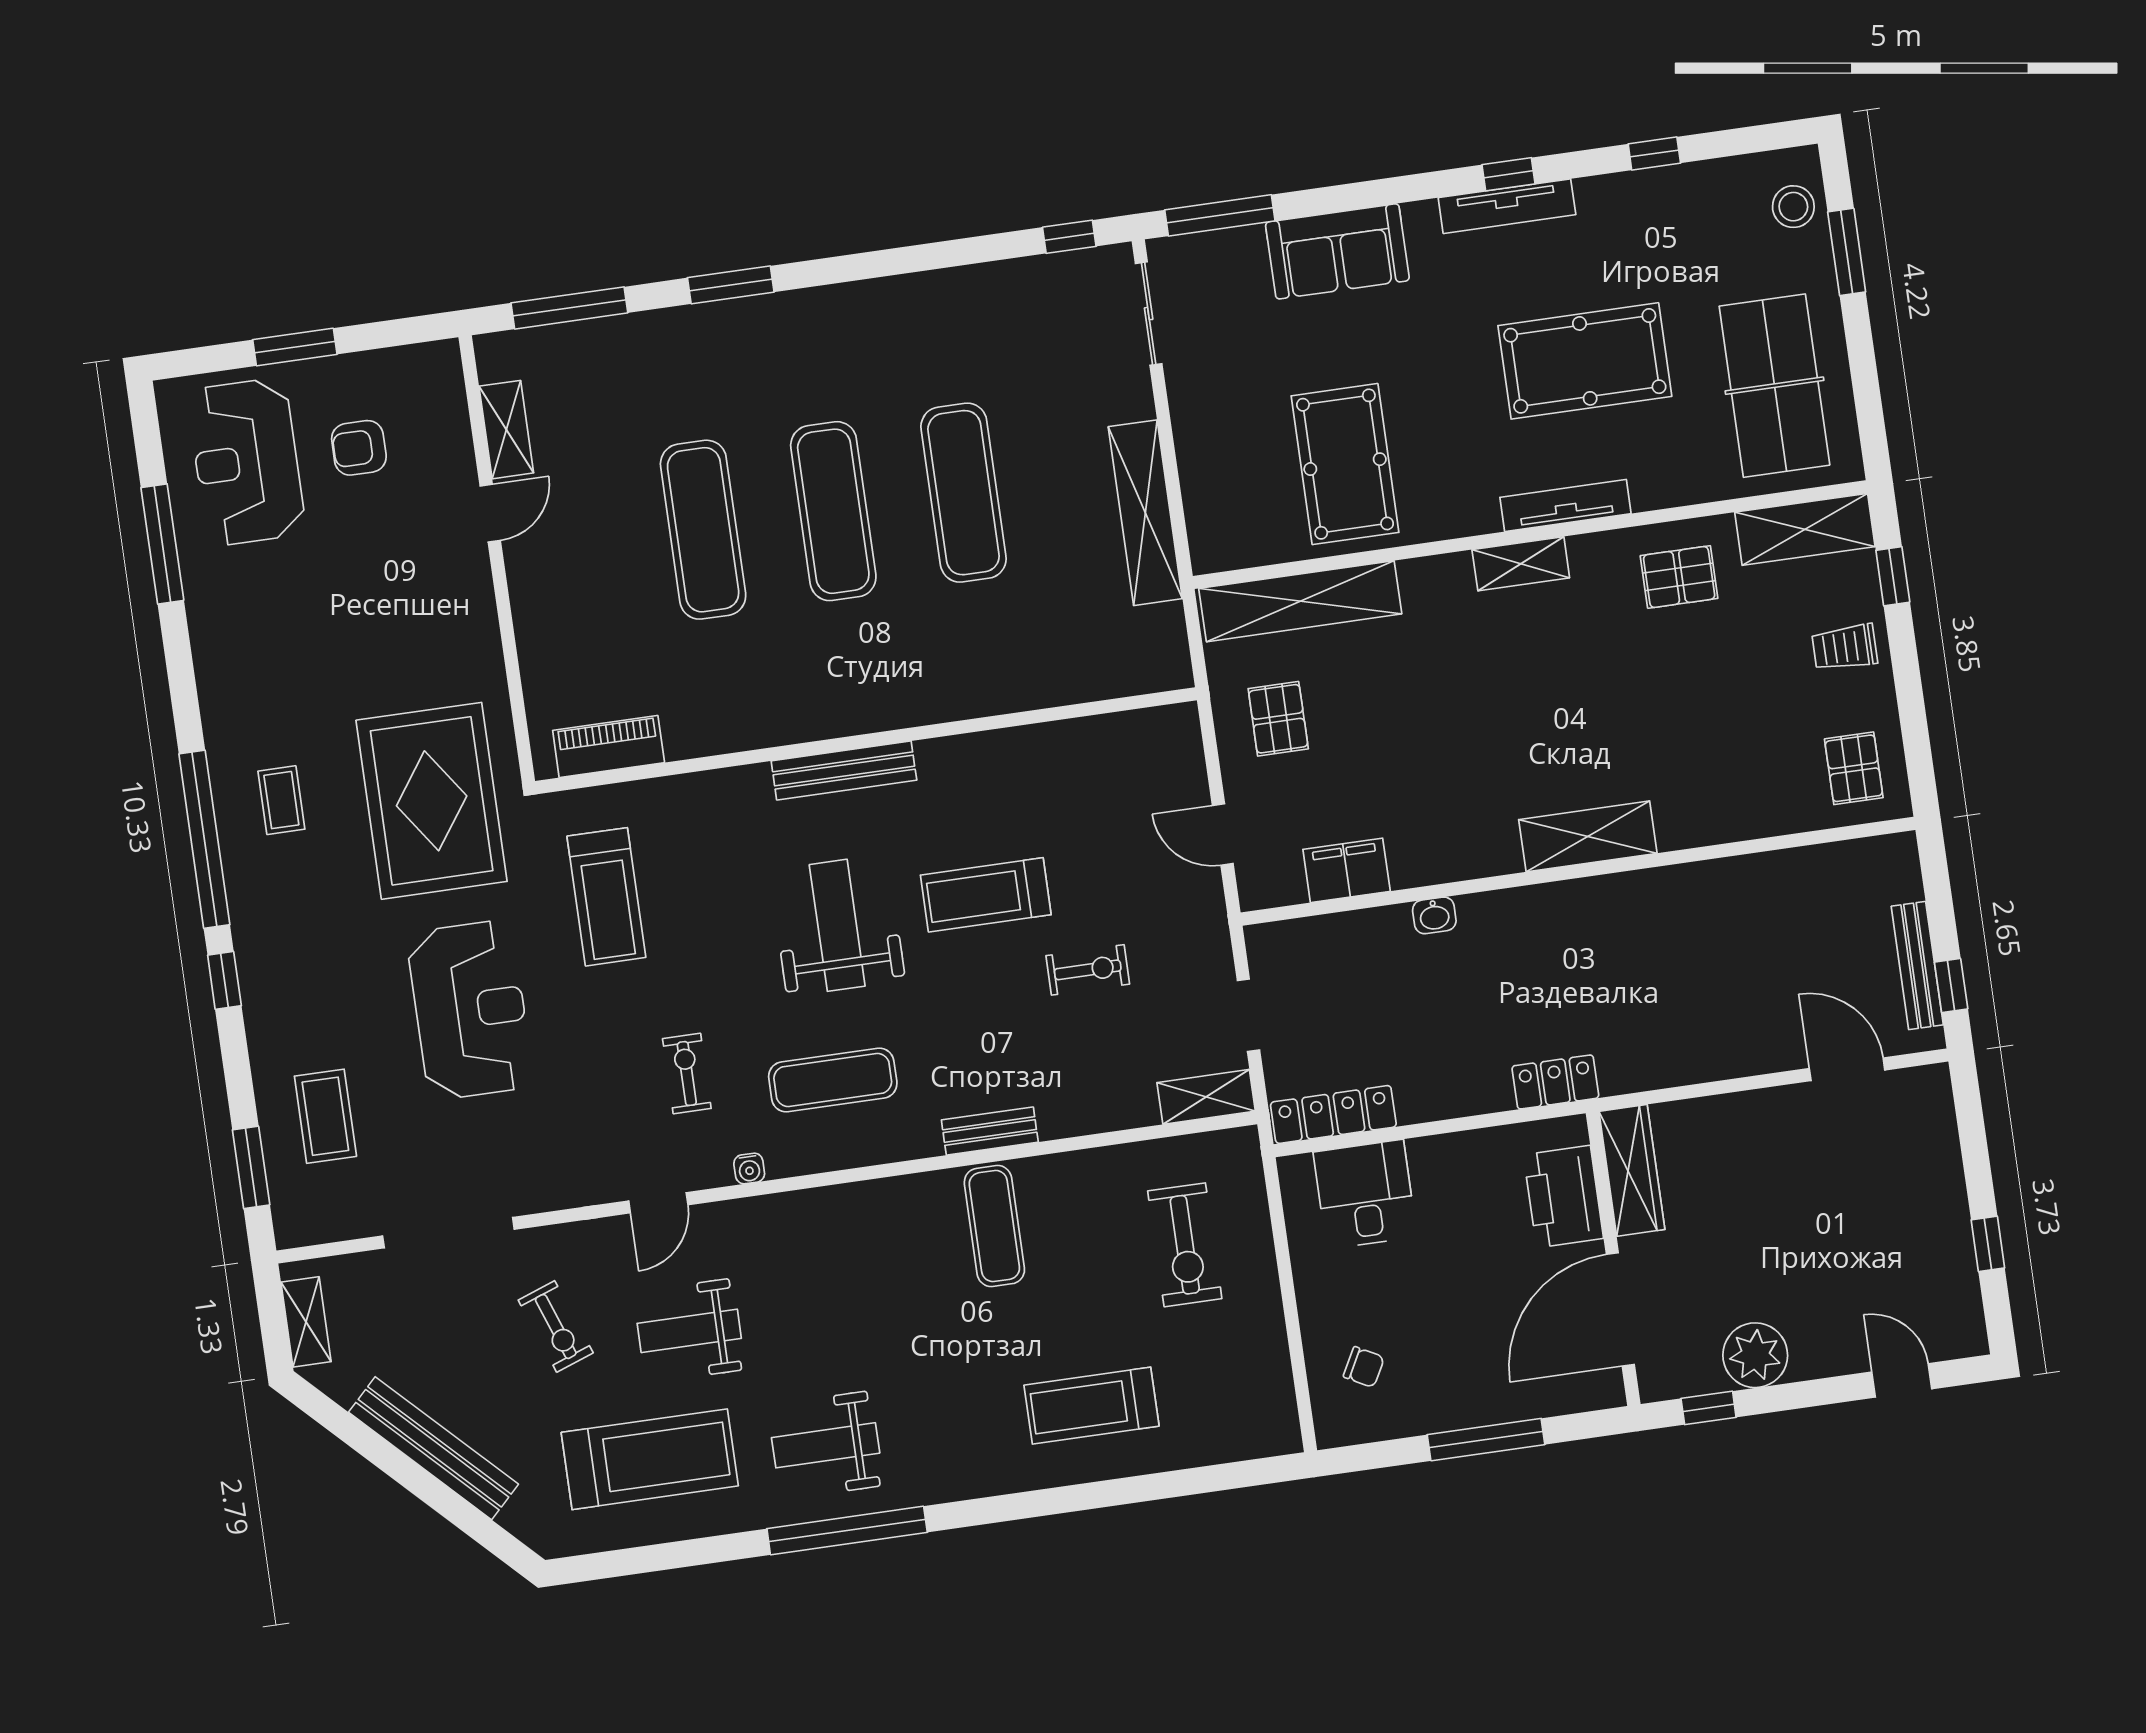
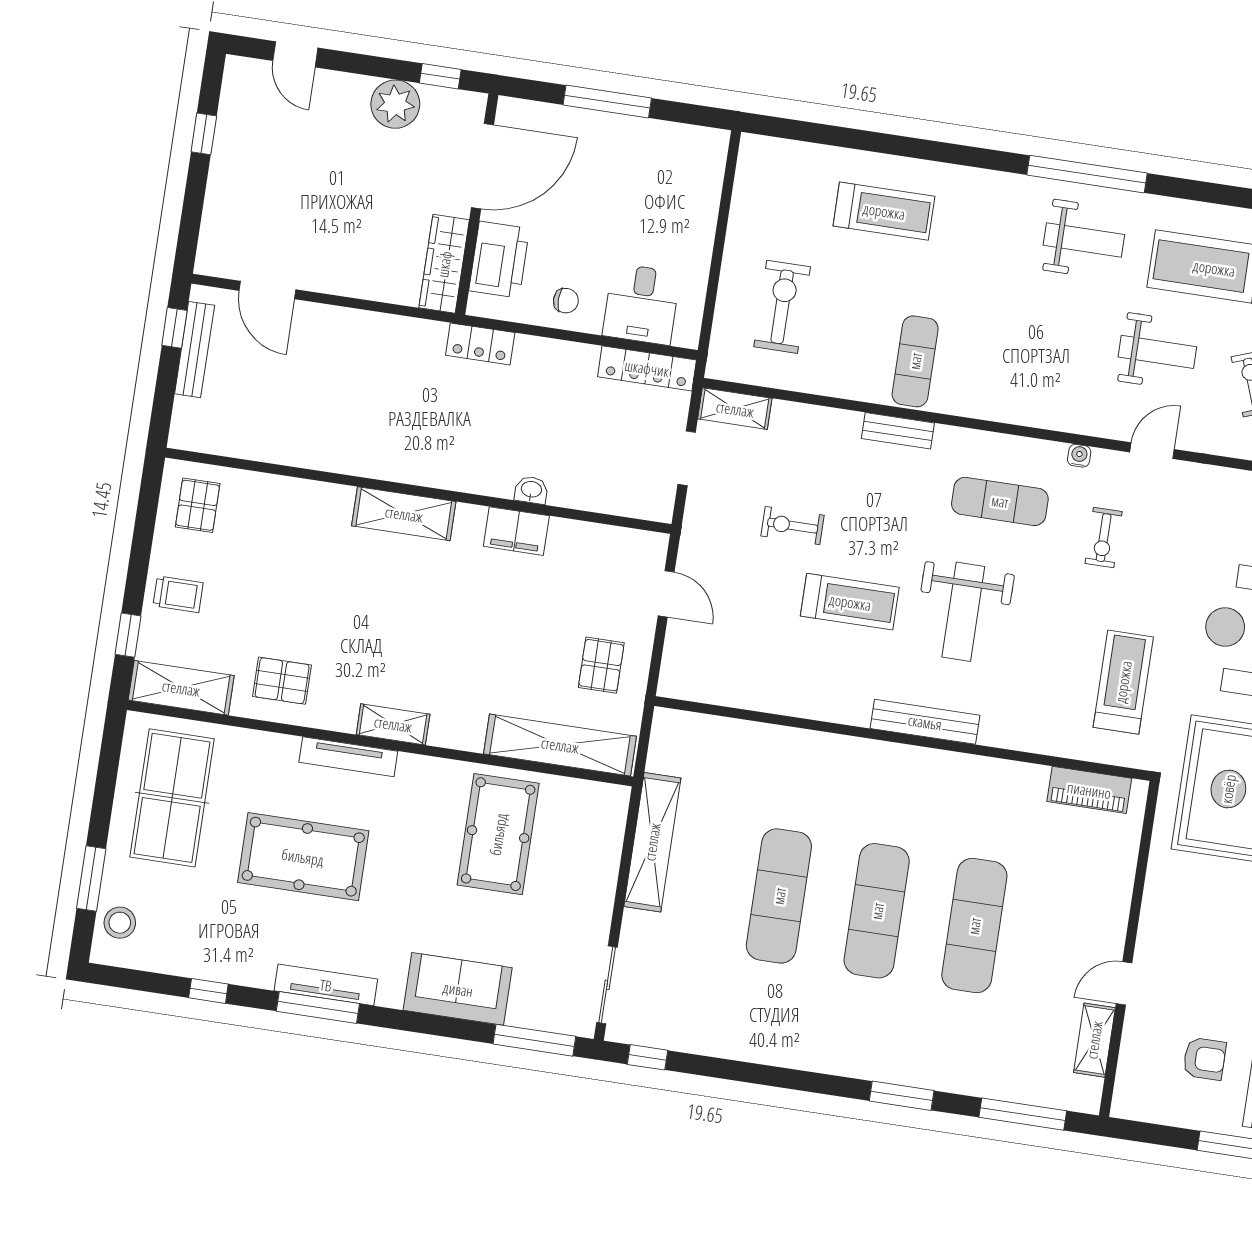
window: (1509, 174) -> (318, 1007), width x2.17
filing cabinet: (1347, 870) -> (516, 531), moved
chair: (1364, 1367) -> (566, 301), moved, turned 152

